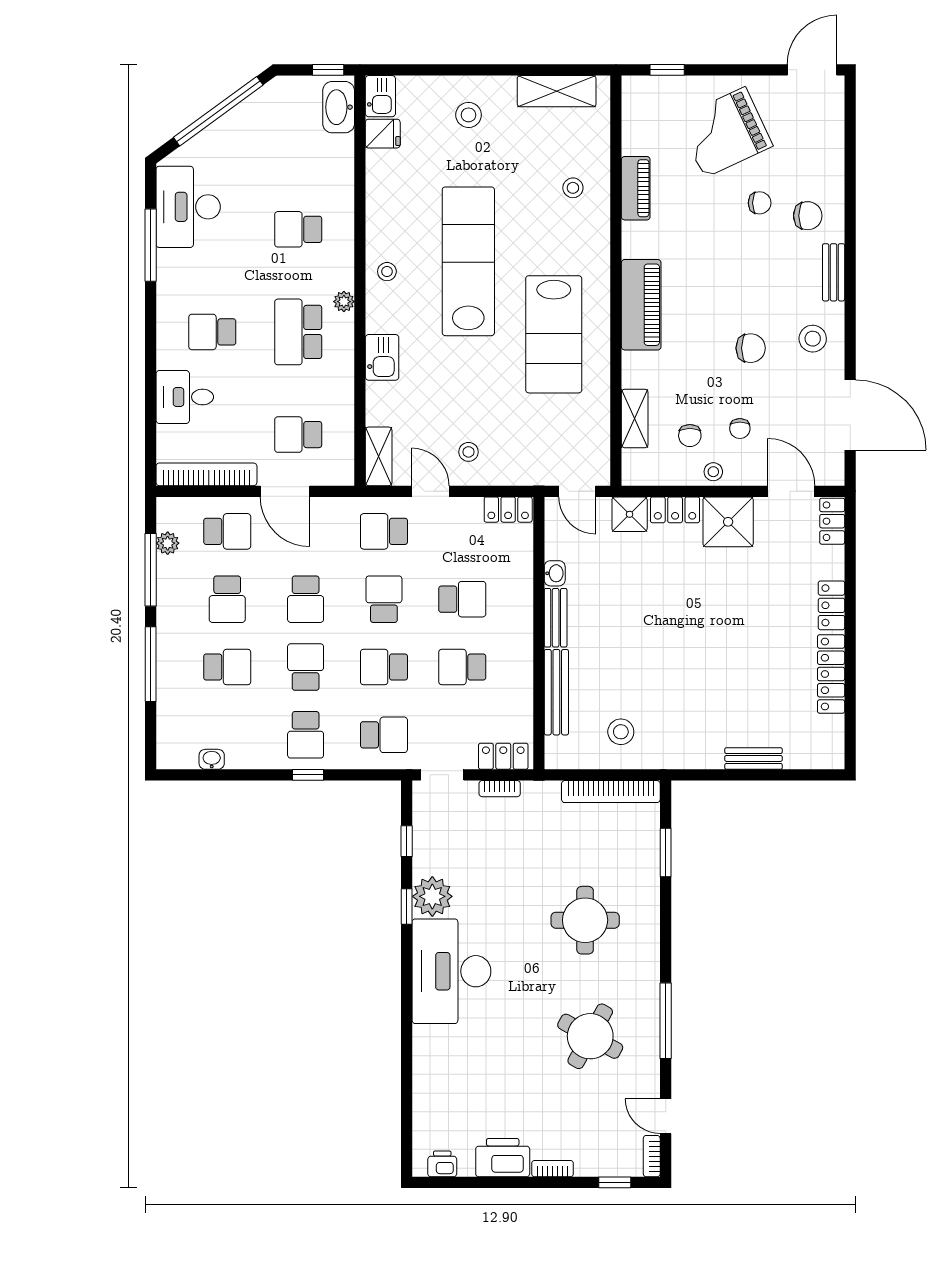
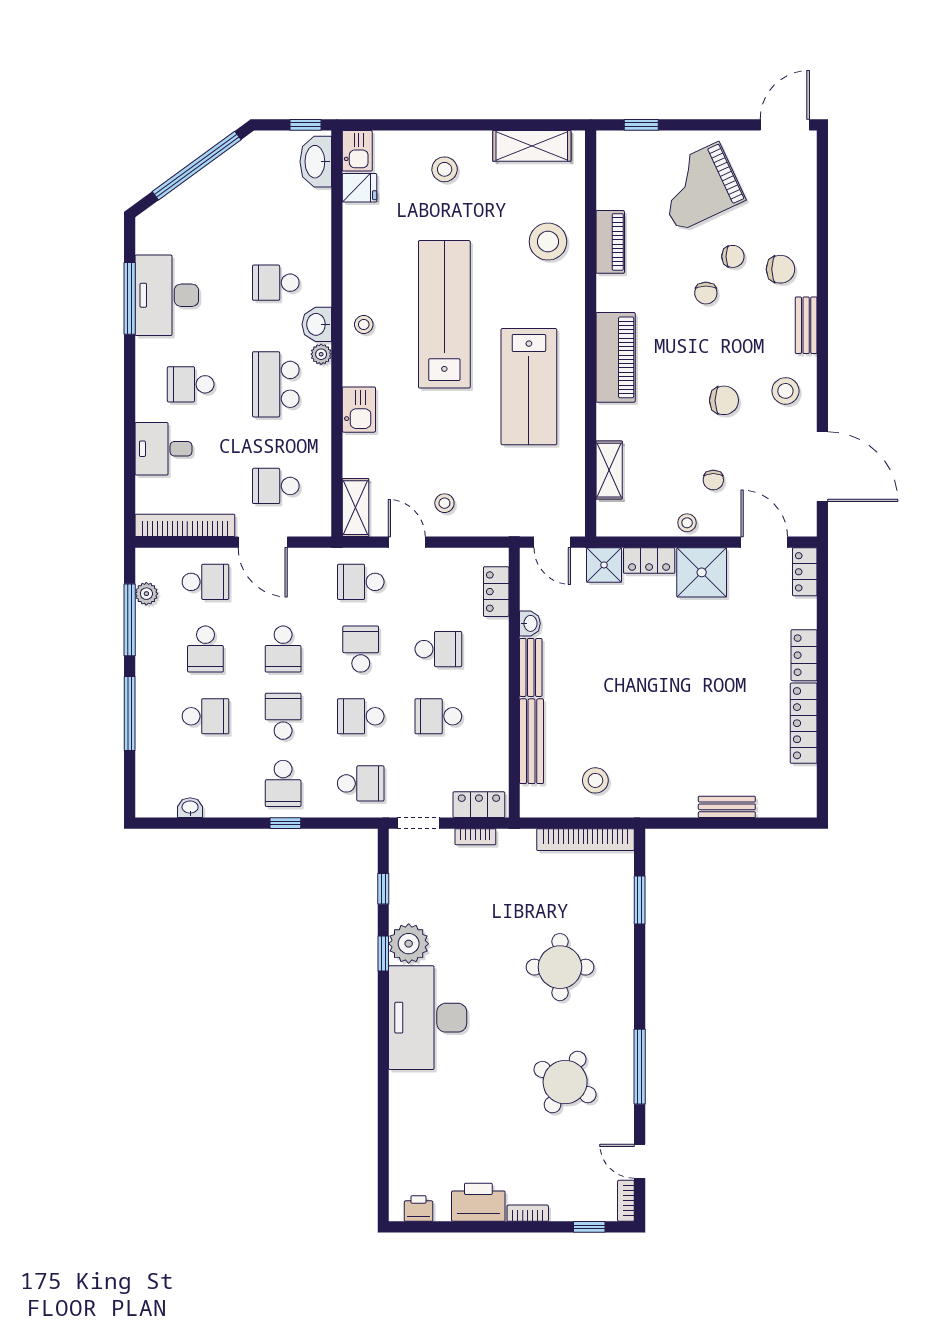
stool: (573, 188) -> (548, 242), width x1.89, depth x1.89
desk: (188, 207) -> (167, 295), moved
washbasin: (340, 271) -> (317, 324), added
chair: (690, 436) -> (706, 293), moved
locker: (508, 510) -> (496, 592), moved, turned 90

